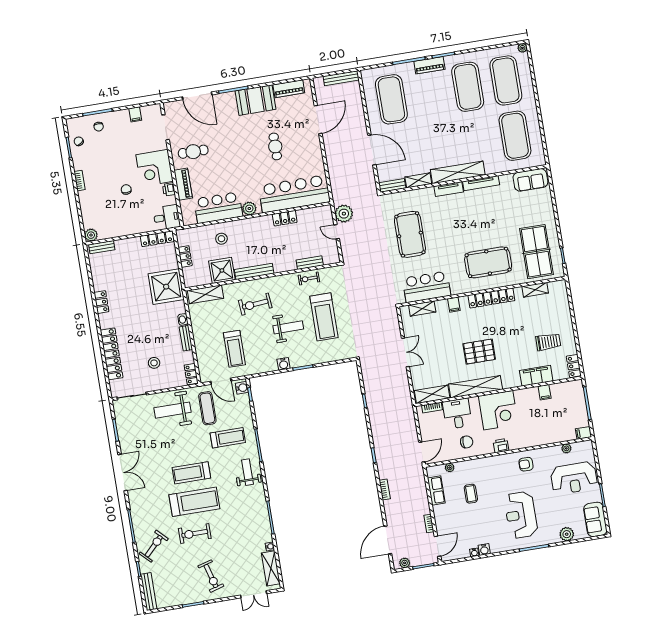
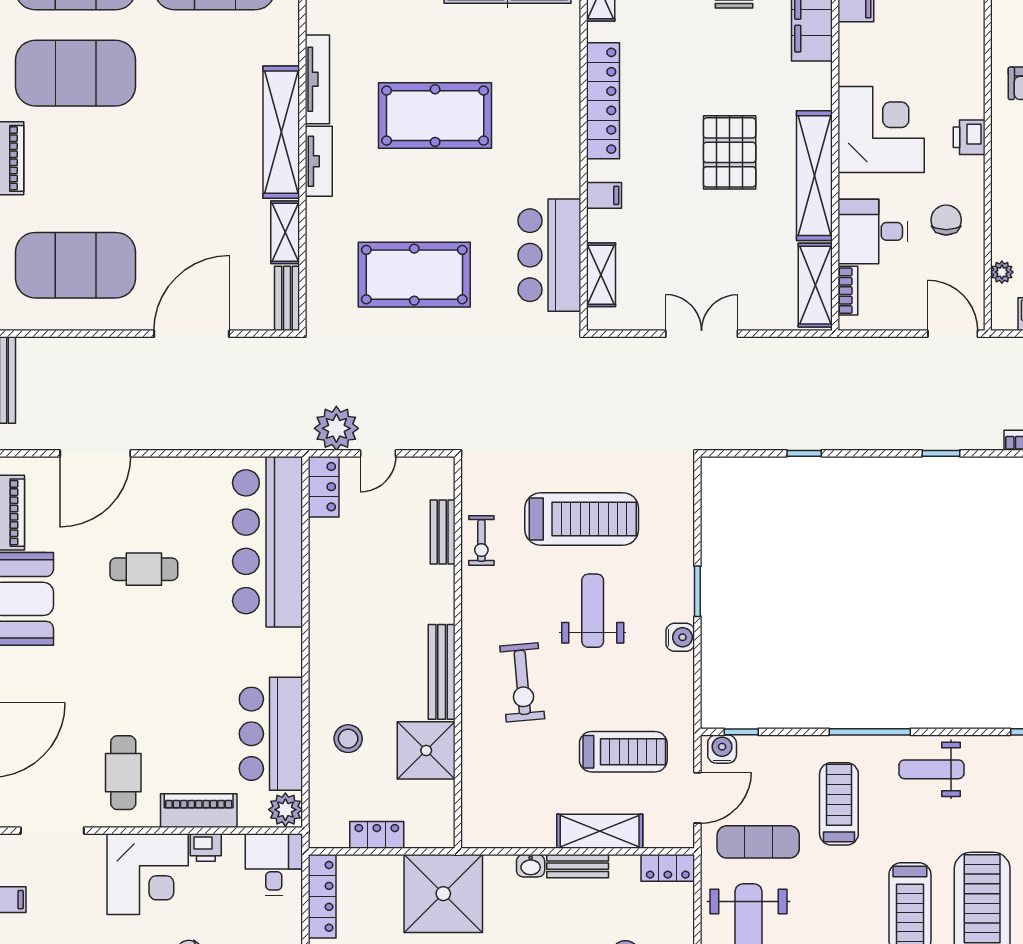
door: (318, 120) -> (95, 453), swing flipped
plant: (249, 209) -> (285, 810), moved
locker: (285, 218) -> (324, 487), moved
pool table: (488, 262) -> (435, 116), moved, turned 90
shelving: (205, 294) -> (600, 831), moved, turned 90

